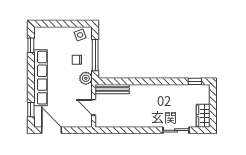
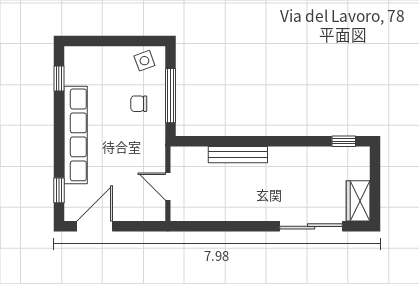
plant: (86, 78) -> (154, 136), removed
bench: (112, 89) -> (238, 155), moved
door: (52, 130) -> (95, 226), hinge flipped
sliding door: (176, 130) -> (311, 226), width x1.37

